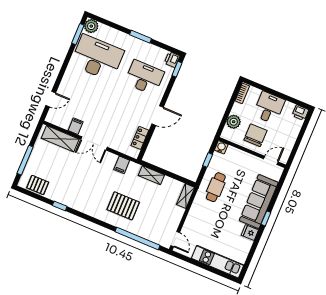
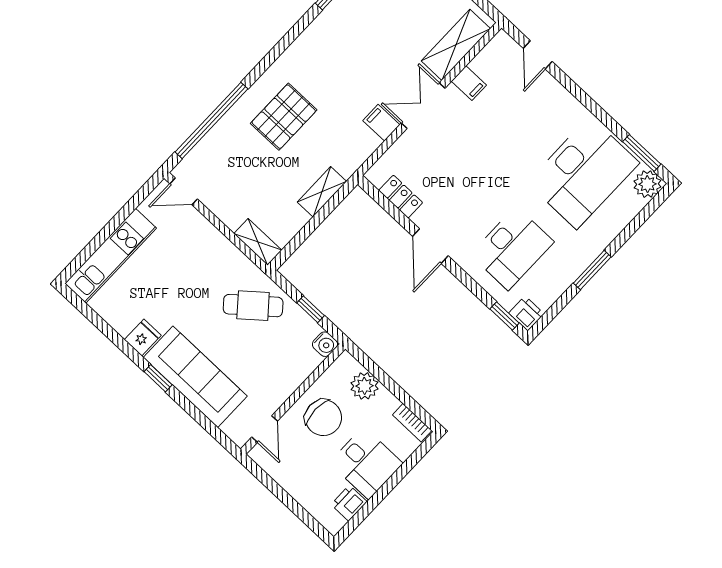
printer: (300, 113) -> (349, 503), moved
filing cabinet: (122, 165) -> (381, 123), moved
cafe table: (216, 187) -> (253, 306), turned -40

